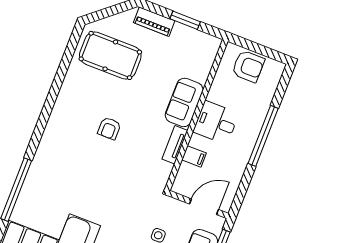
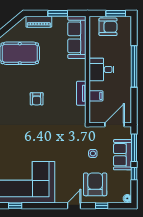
window: (266, 52) -> (116, 13), added
sofa: (184, 102) -> (77, 37), moved, width x1.36

